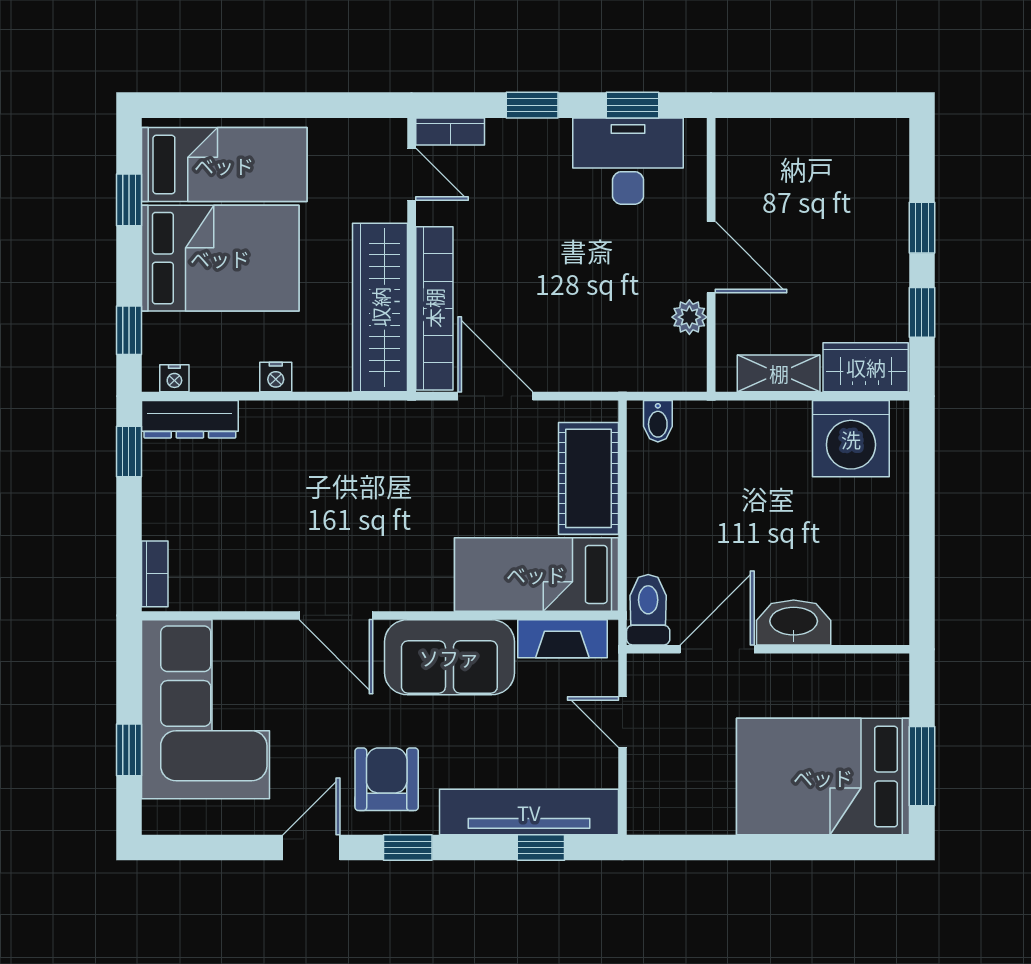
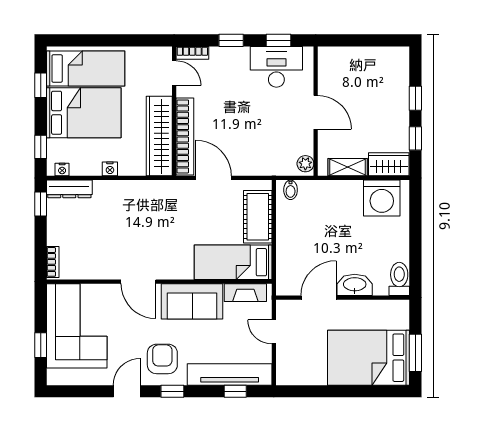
plant: (689, 317) -> (305, 164), moved
toilet: (648, 610) -> (399, 279), moved

